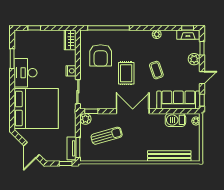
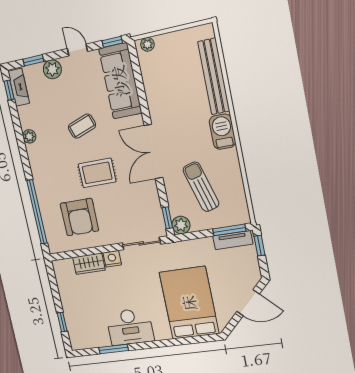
wardrobe: (70, 40) -> (89, 264), moved
armchair: (101, 55) -> (79, 217), turned 90
bed: (36, 109) -> (189, 303), width x0.73
barbecue: (175, 120) -> (222, 132), moved, turned 180

